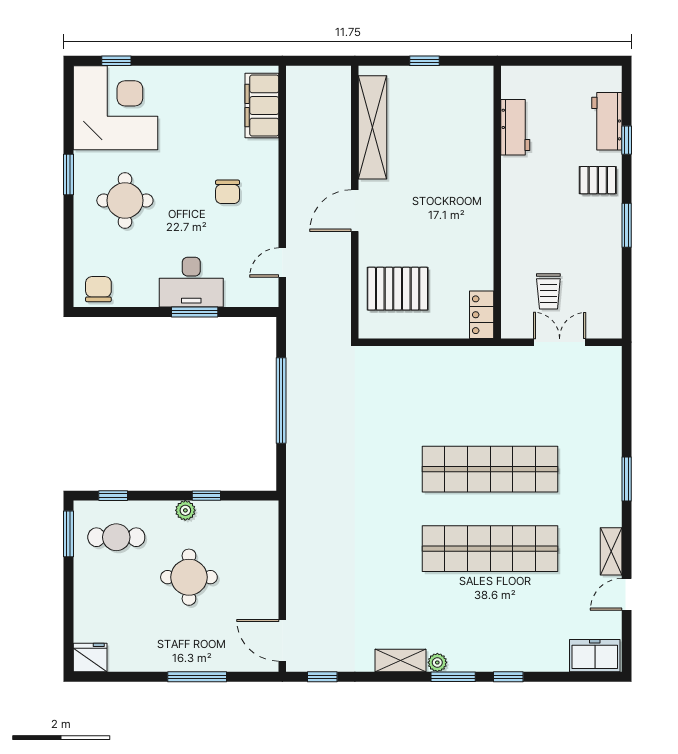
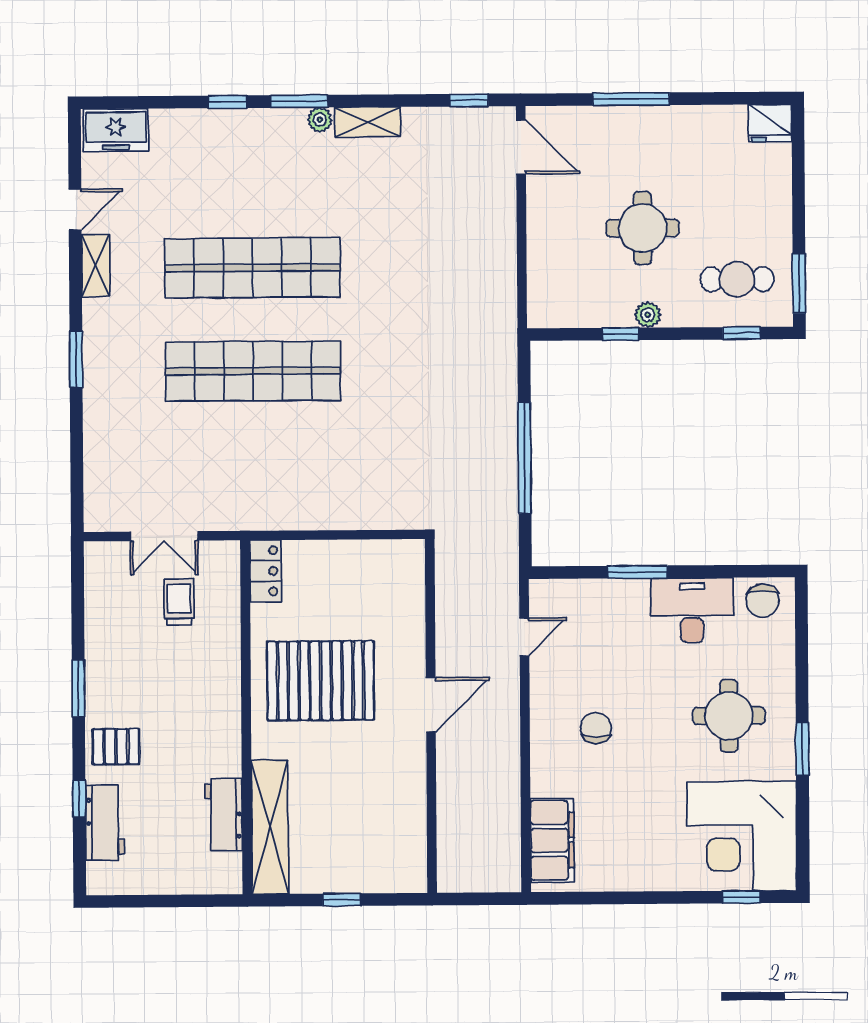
shelving: (373, 127) -> (270, 827), moved
desk: (191, 282) -> (692, 610), moved
pallet: (398, 289) -> (321, 681), moved, width x1.37, depth x1.41

